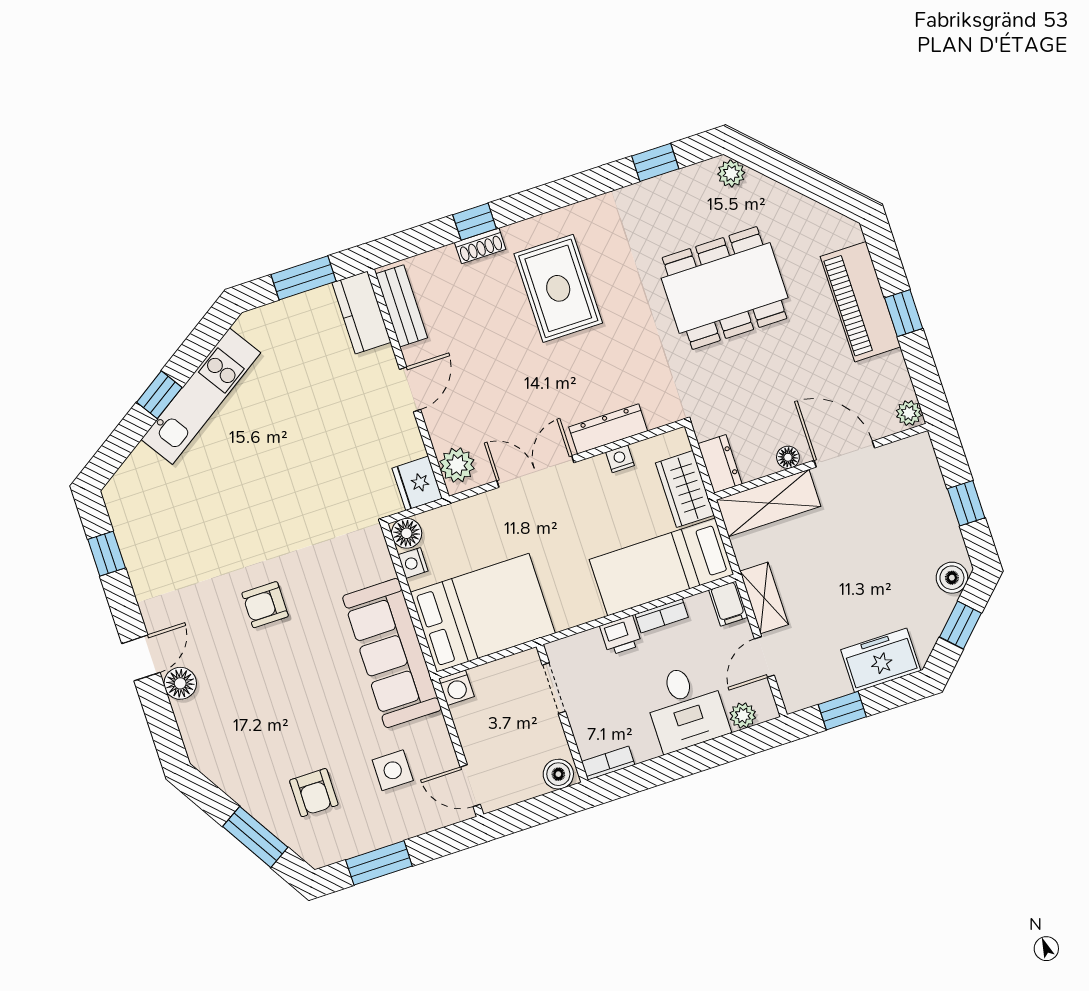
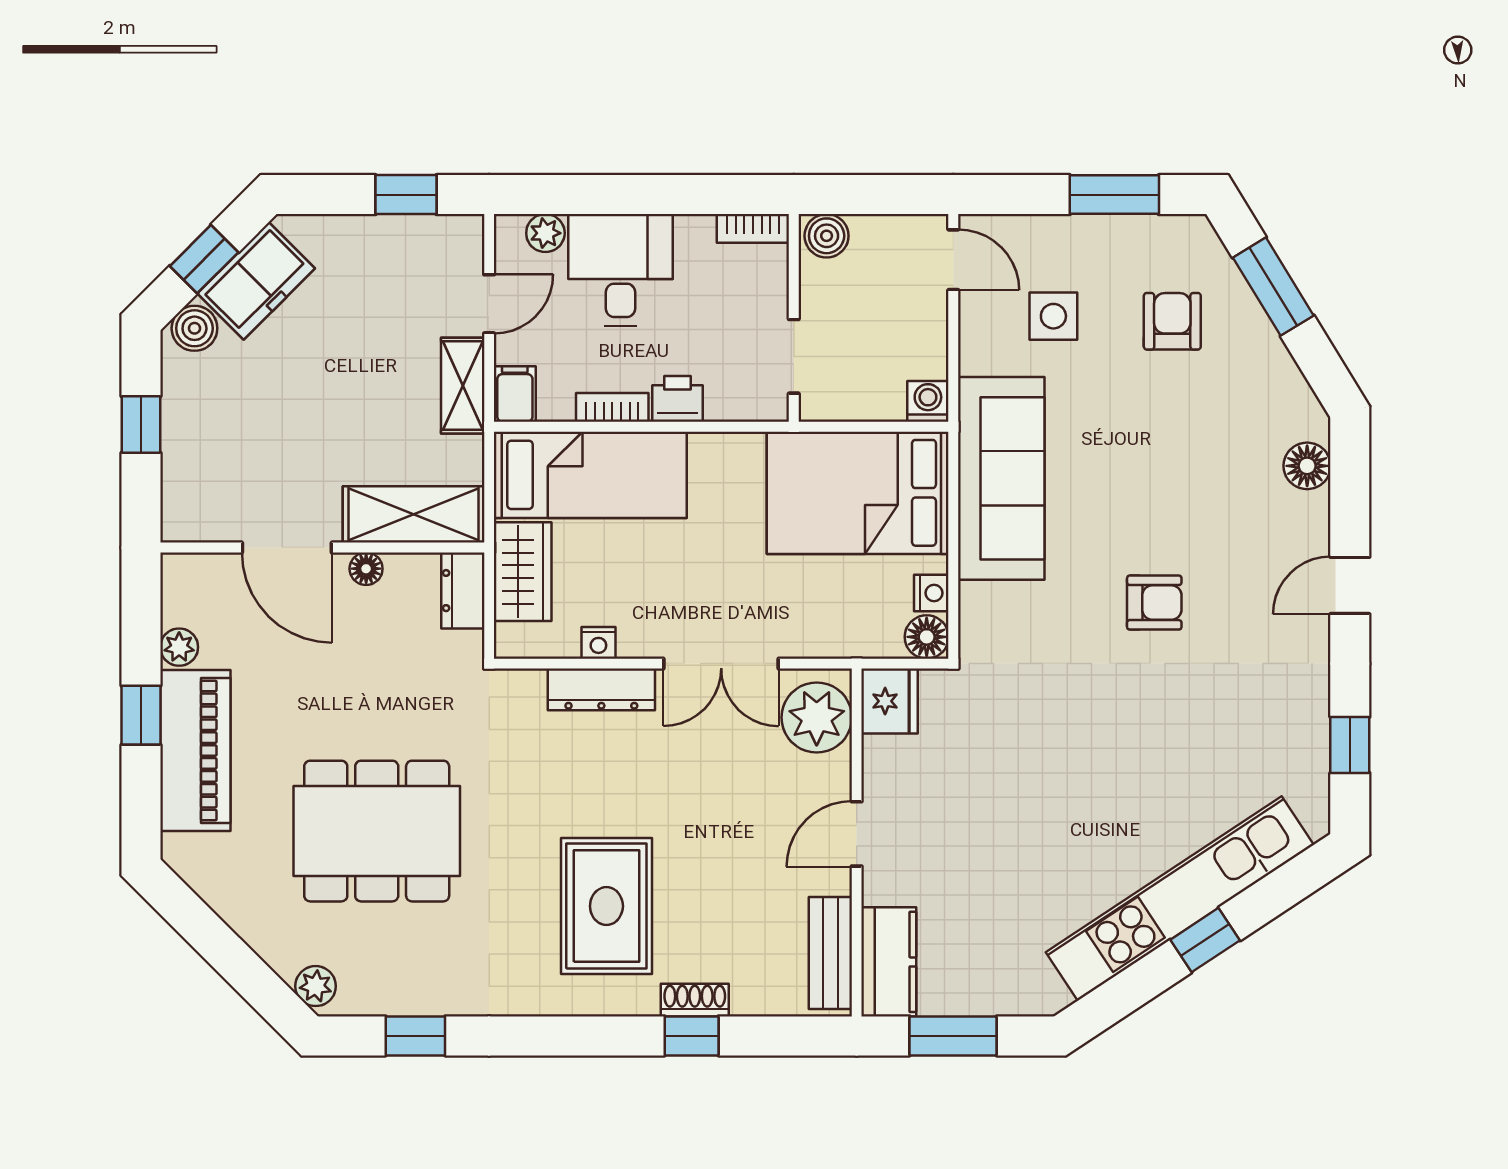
kitchen unit: (201, 396) -> (1180, 899), width x1.36
plant: (909, 413) -> (179, 647), moved
plant: (457, 465) -> (817, 717), width x1.36, depth x1.36
freezer: (881, 660) -> (256, 281), moved, turned -45
floor lamp: (180, 683) -> (1307, 466), moved

